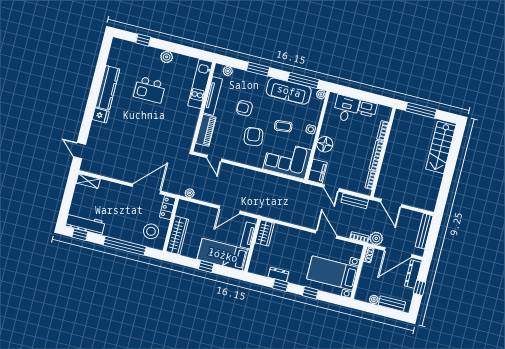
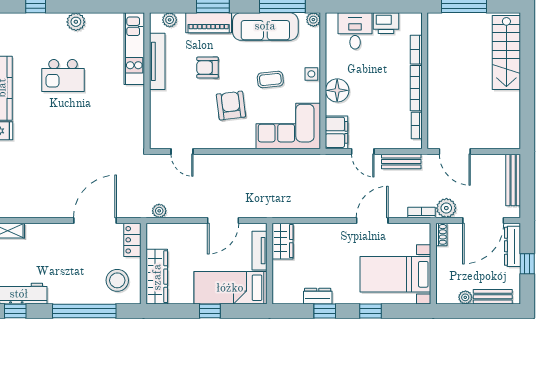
piano: (206, 130) -> (209, 23), moved, turned 90
door: (326, 234) -> (372, 220), hinge flipped

